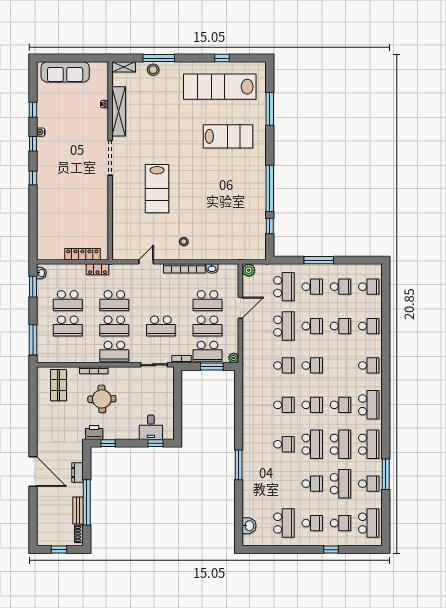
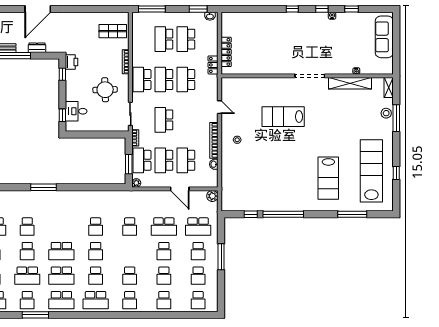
school desk: (312, 365) -> (130, 276), moved
round table: (102, 399) -> (105, 90), moved
school desk: (284, 444) -> (27, 227), moved

